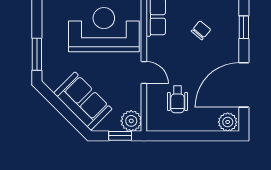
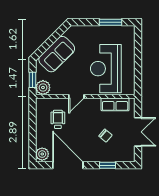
reception desk: (104, 30) -> (106, 69), turned 180
window: (37, 54) -> (110, 22), moved
wheelchair: (177, 99) -> (58, 119), turned 90

